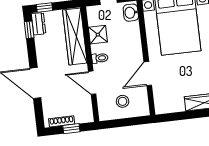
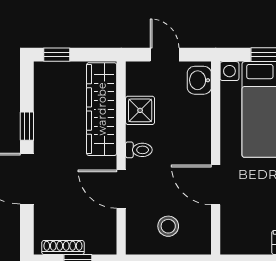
dresser: (39, 24) -> (44, 81), removed
window: (29, 30) -> (27, 126), moved
door: (148, 74) -> (216, 185), hinge flipped

